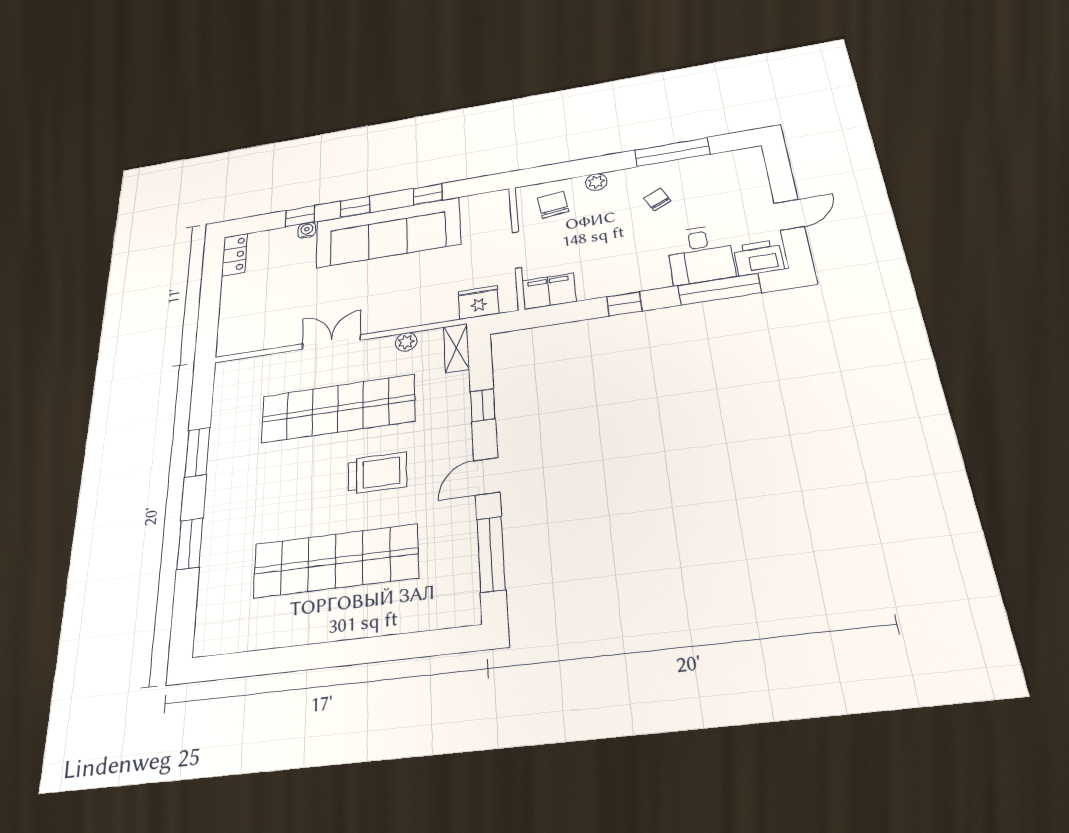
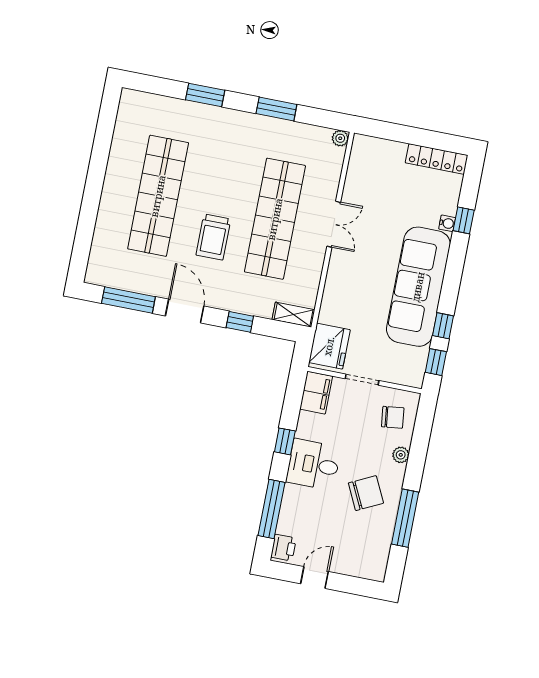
chair: (657, 199) -> (366, 493), width x1.87, depth x1.87
window: (355, 207) -> (436, 362), moved
door: (789, 215) -> (314, 578), swing flipped
locker: (235, 255) -> (437, 159), width x1.53
desk: (700, 255) -> (313, 465), moved
printer: (759, 258) -> (283, 548), width x0.73, depth x0.81
fridge: (479, 302) -> (329, 346), width x1.36, depth x1.34
plant: (406, 342) -> (340, 138), moved
door: (487, 476) -> (185, 311), width x1.38

